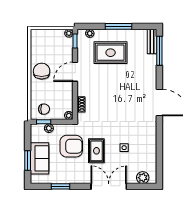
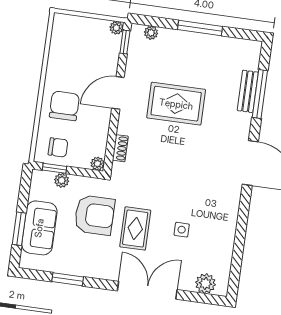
bench: (152, 41) -> (248, 91), moved
window: (159, 51) -> (260, 94), moved
rug: (111, 53) -> (176, 104), moved
chair: (42, 71) -> (64, 106), moved

